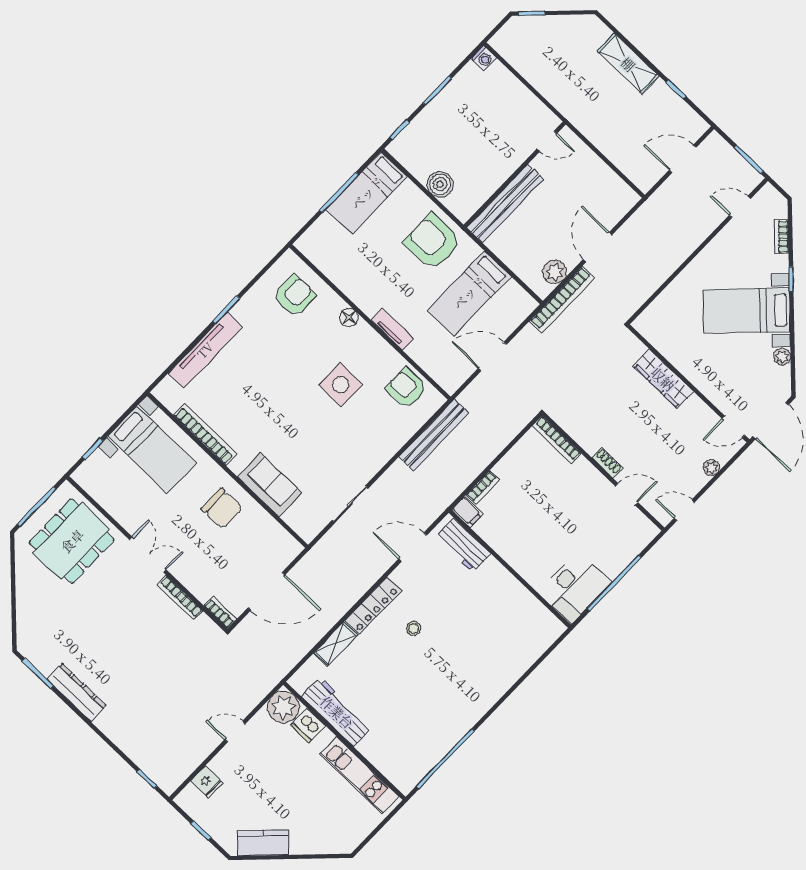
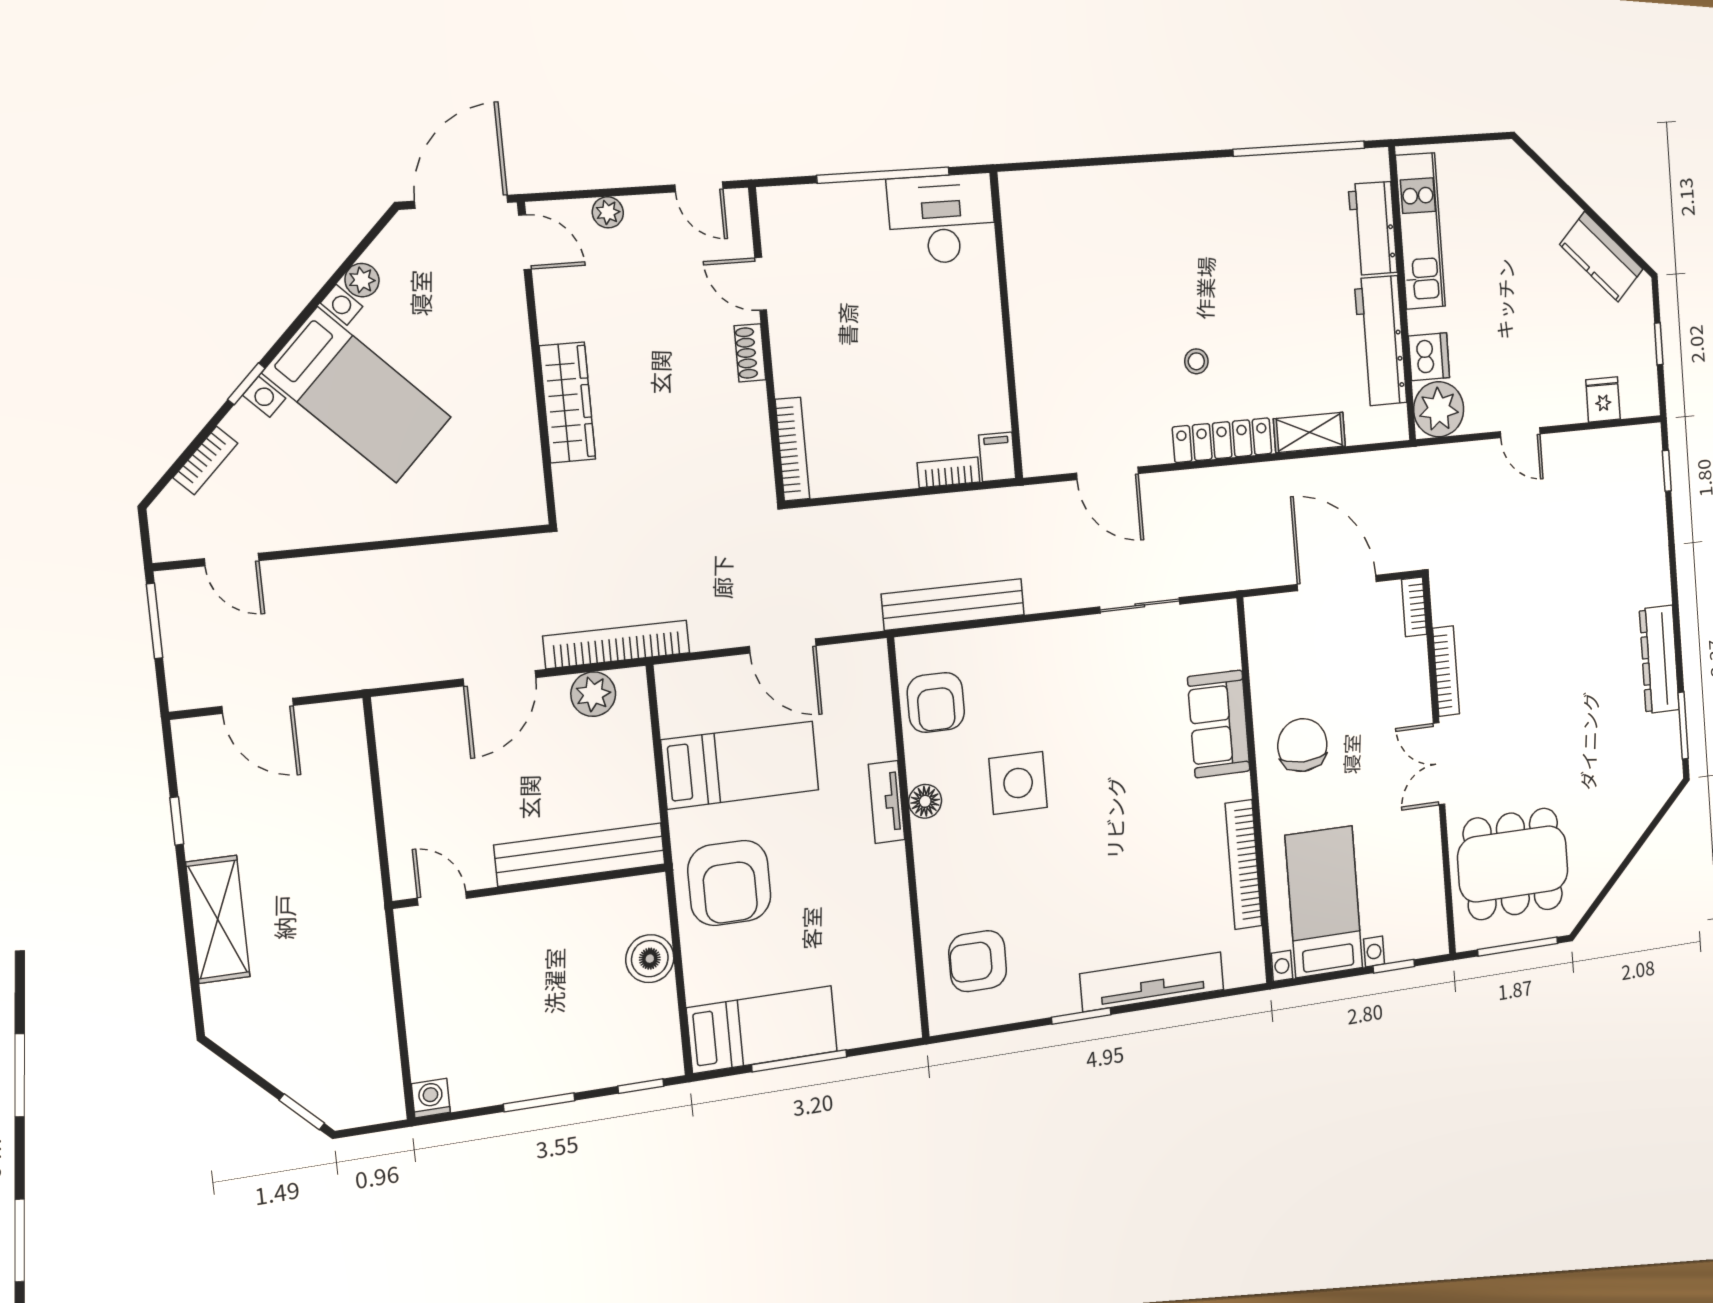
floor lamp: (349, 317) -> (925, 801), moved
workbench: (463, 545) -> (1373, 228), moved, turned 180

